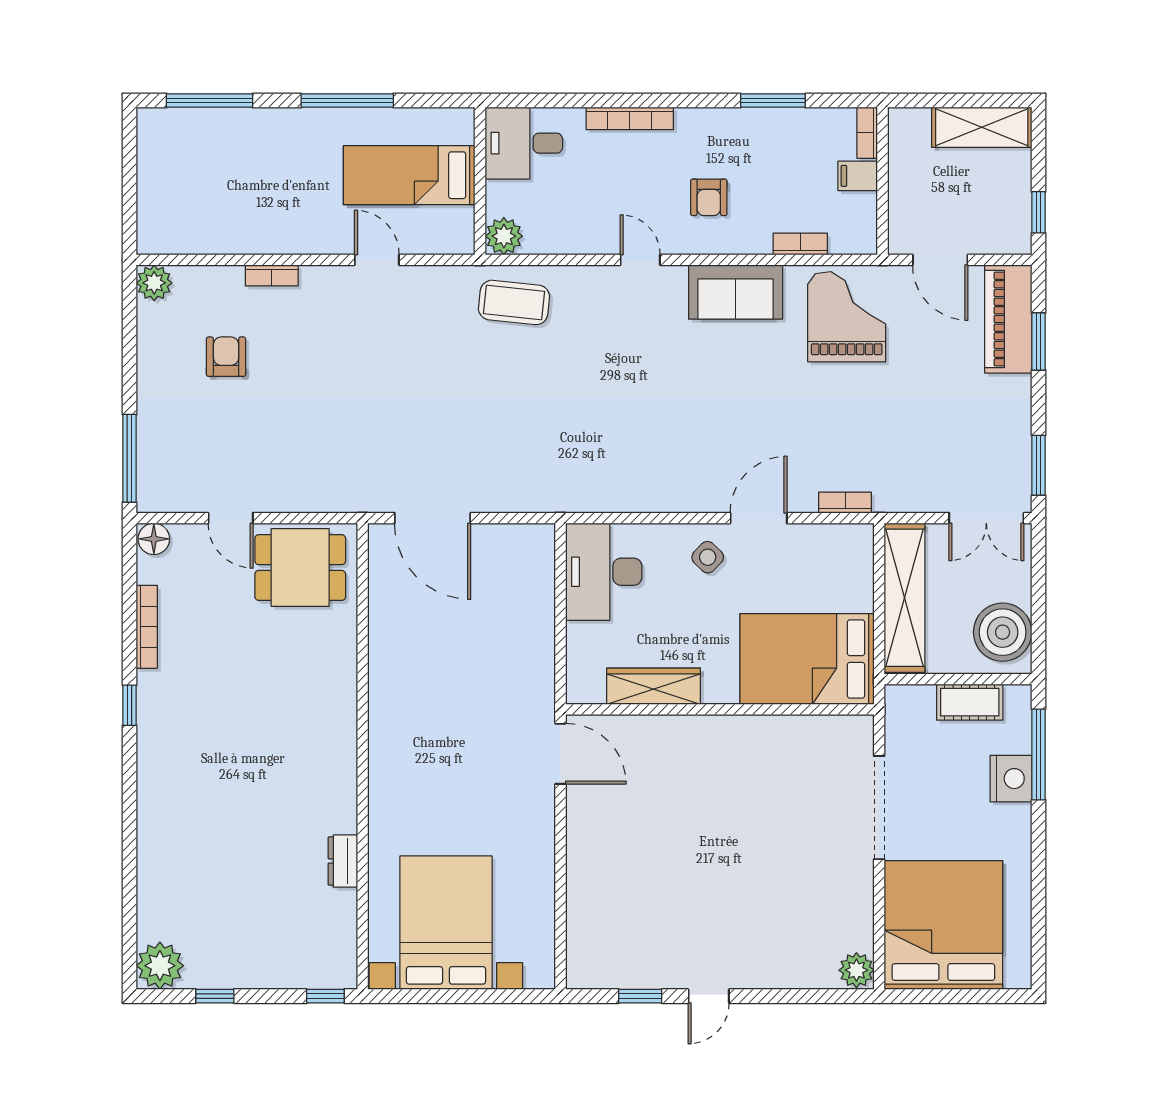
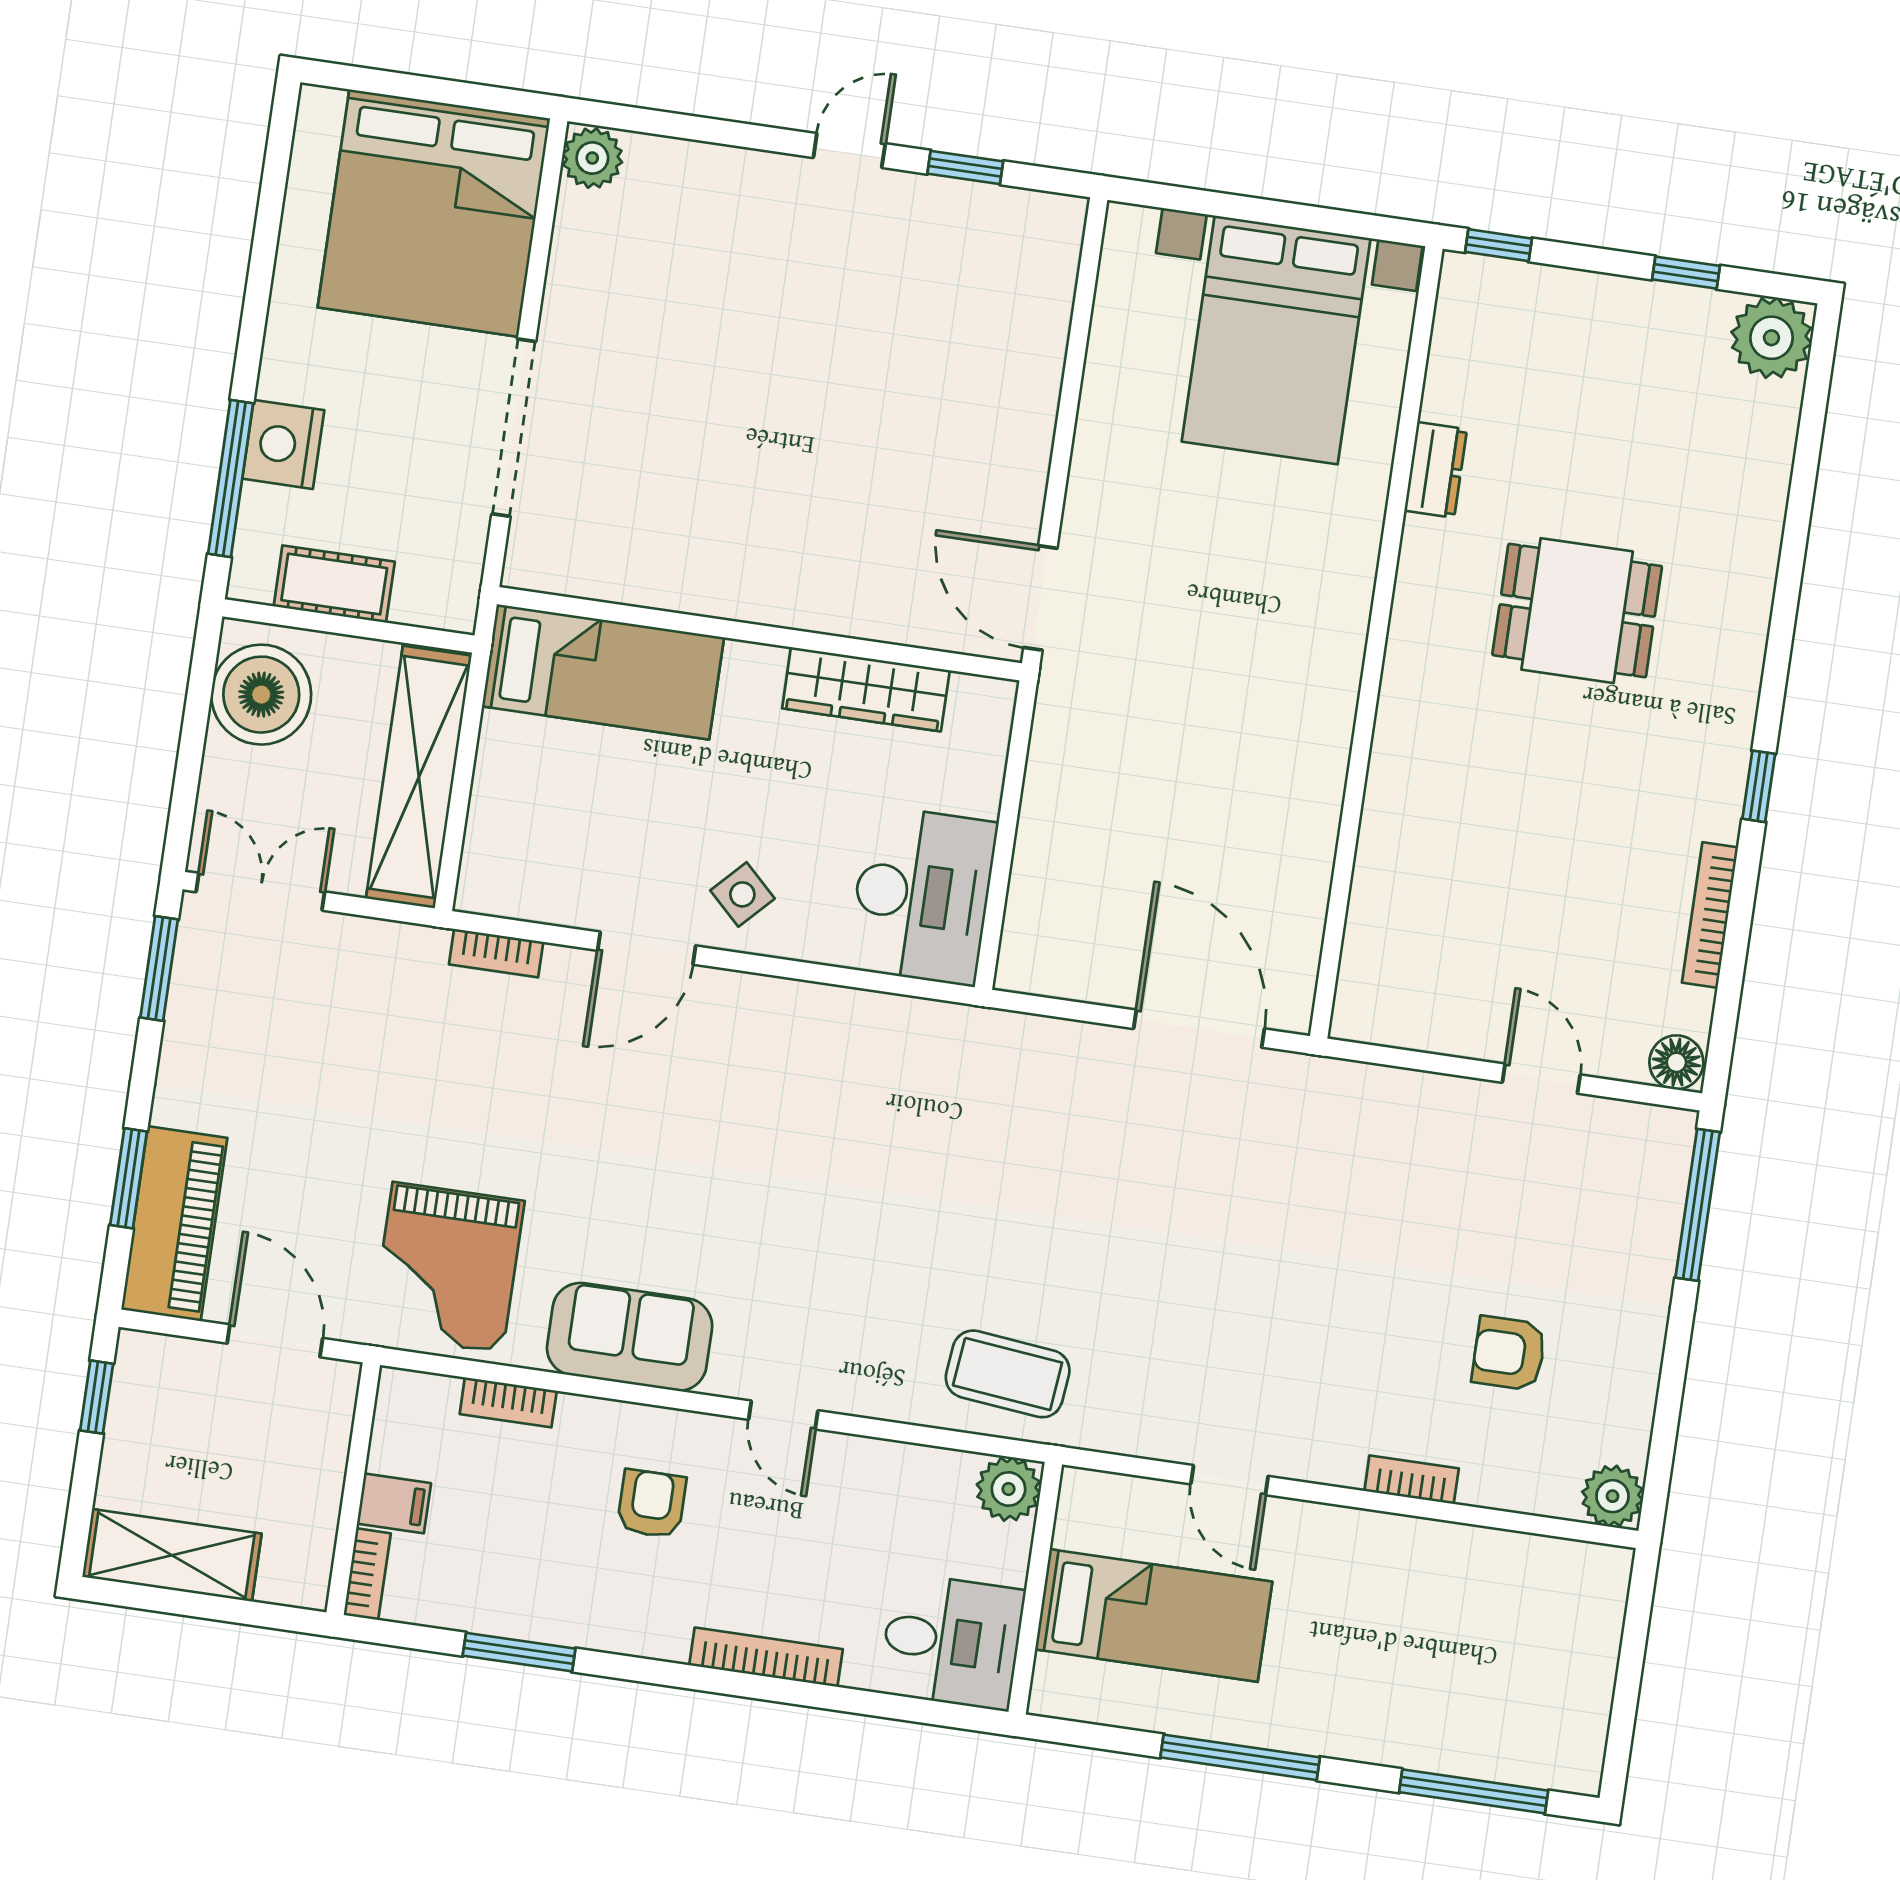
armchair: (226, 357) -> (1509, 1353), turned 90
dining table: (300, 568) -> (1577, 611), moved
bed: (807, 659) -> (603, 672), width x0.67

